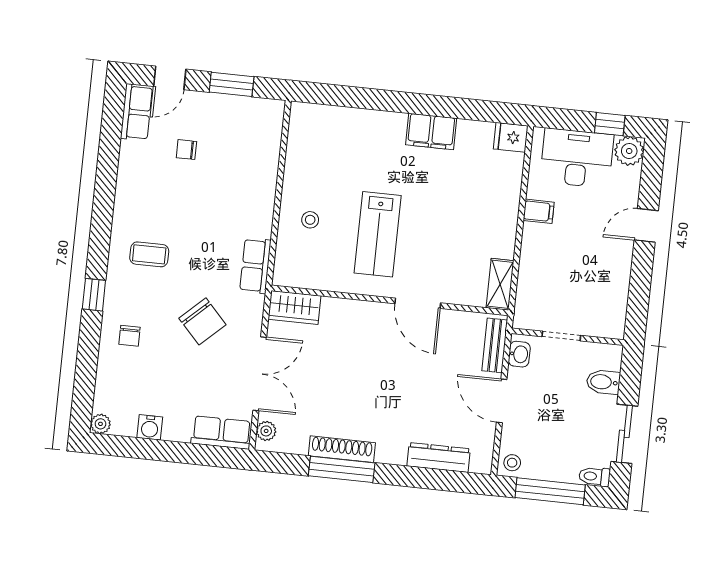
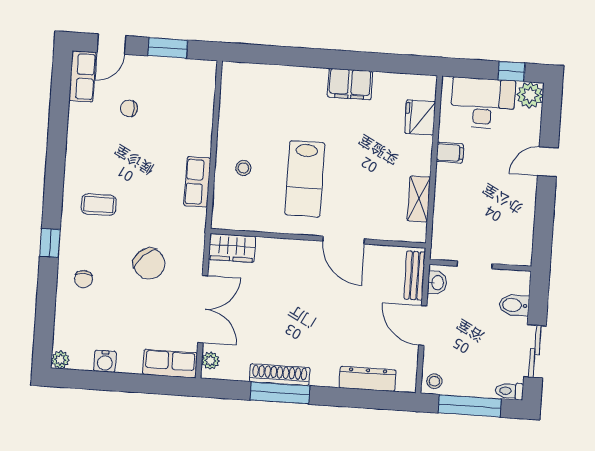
fridge: (511, 137) -> (420, 117), moved, width x1.38
row of seats: (255, 266) -> (197, 182), moved
shelving: (500, 284) -> (419, 199), moved

